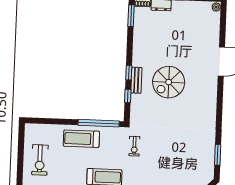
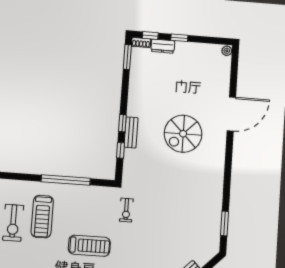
spiral stairs: (169, 82) -> (183, 134), moved
window: (99, 123) -> (66, 180), moved
treadmill: (81, 139) -> (42, 217), moved, turned -90

